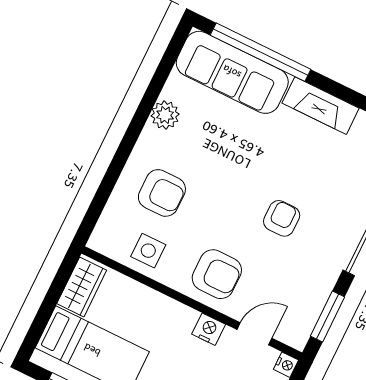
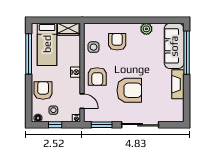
armchair: (162, 193) -> (117, 42), turned 180
armchair: (282, 218) -> (129, 90), width x1.88, depth x1.88
nightstand: (209, 329) -> (76, 72), moved

